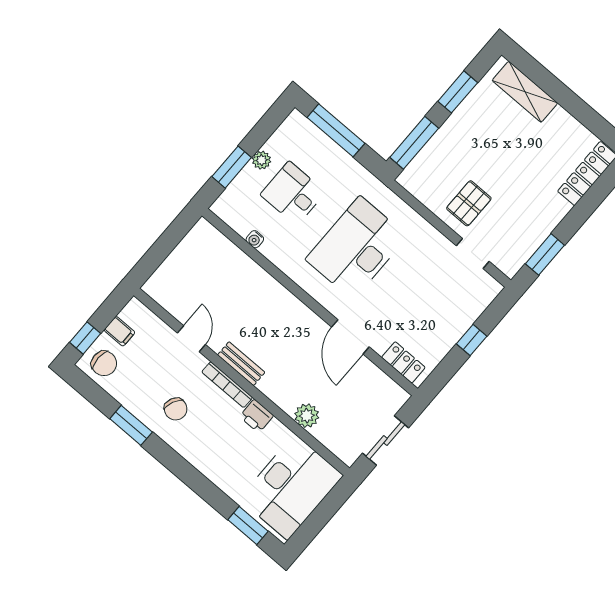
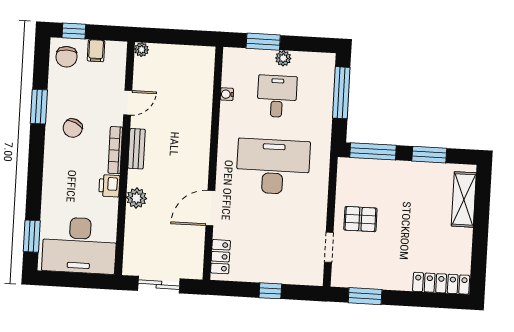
plant: (151, 287) -> (142, 50), added
plant: (307, 416) -> (136, 198), moved

